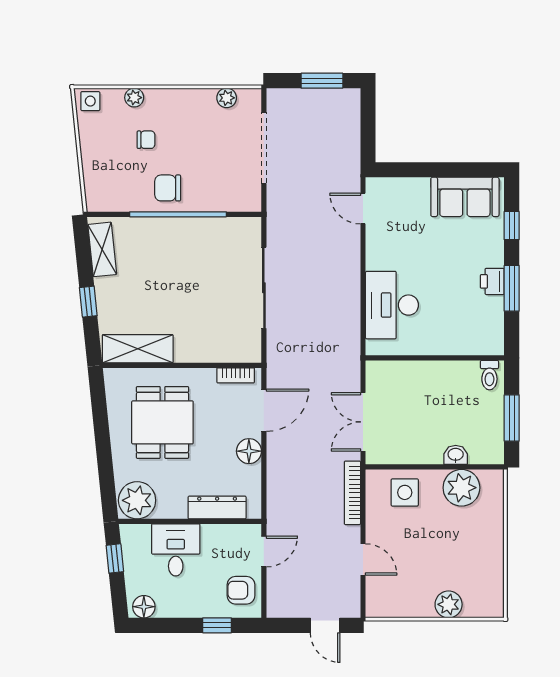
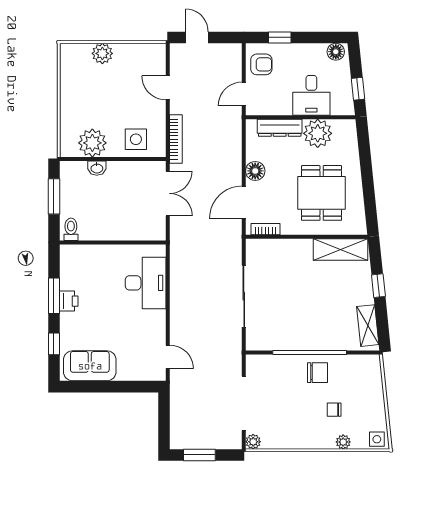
plant: (227, 98) -> (253, 442), moved
plant: (137, 500) -> (318, 133), moved

